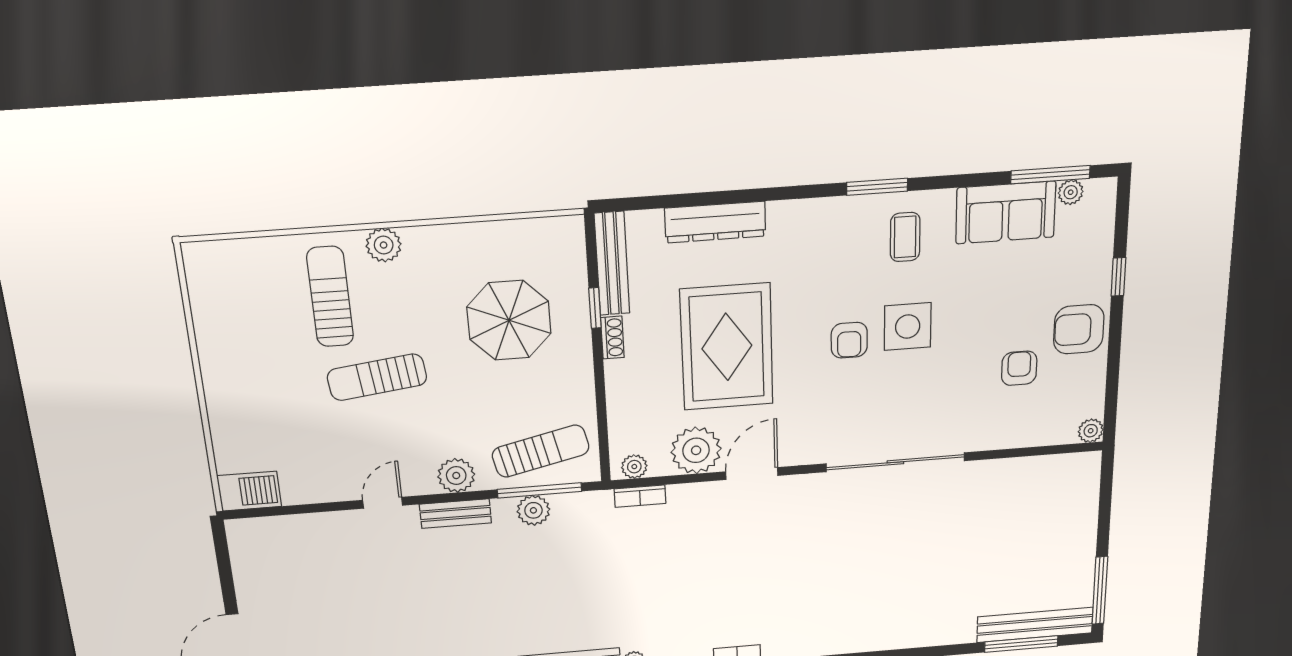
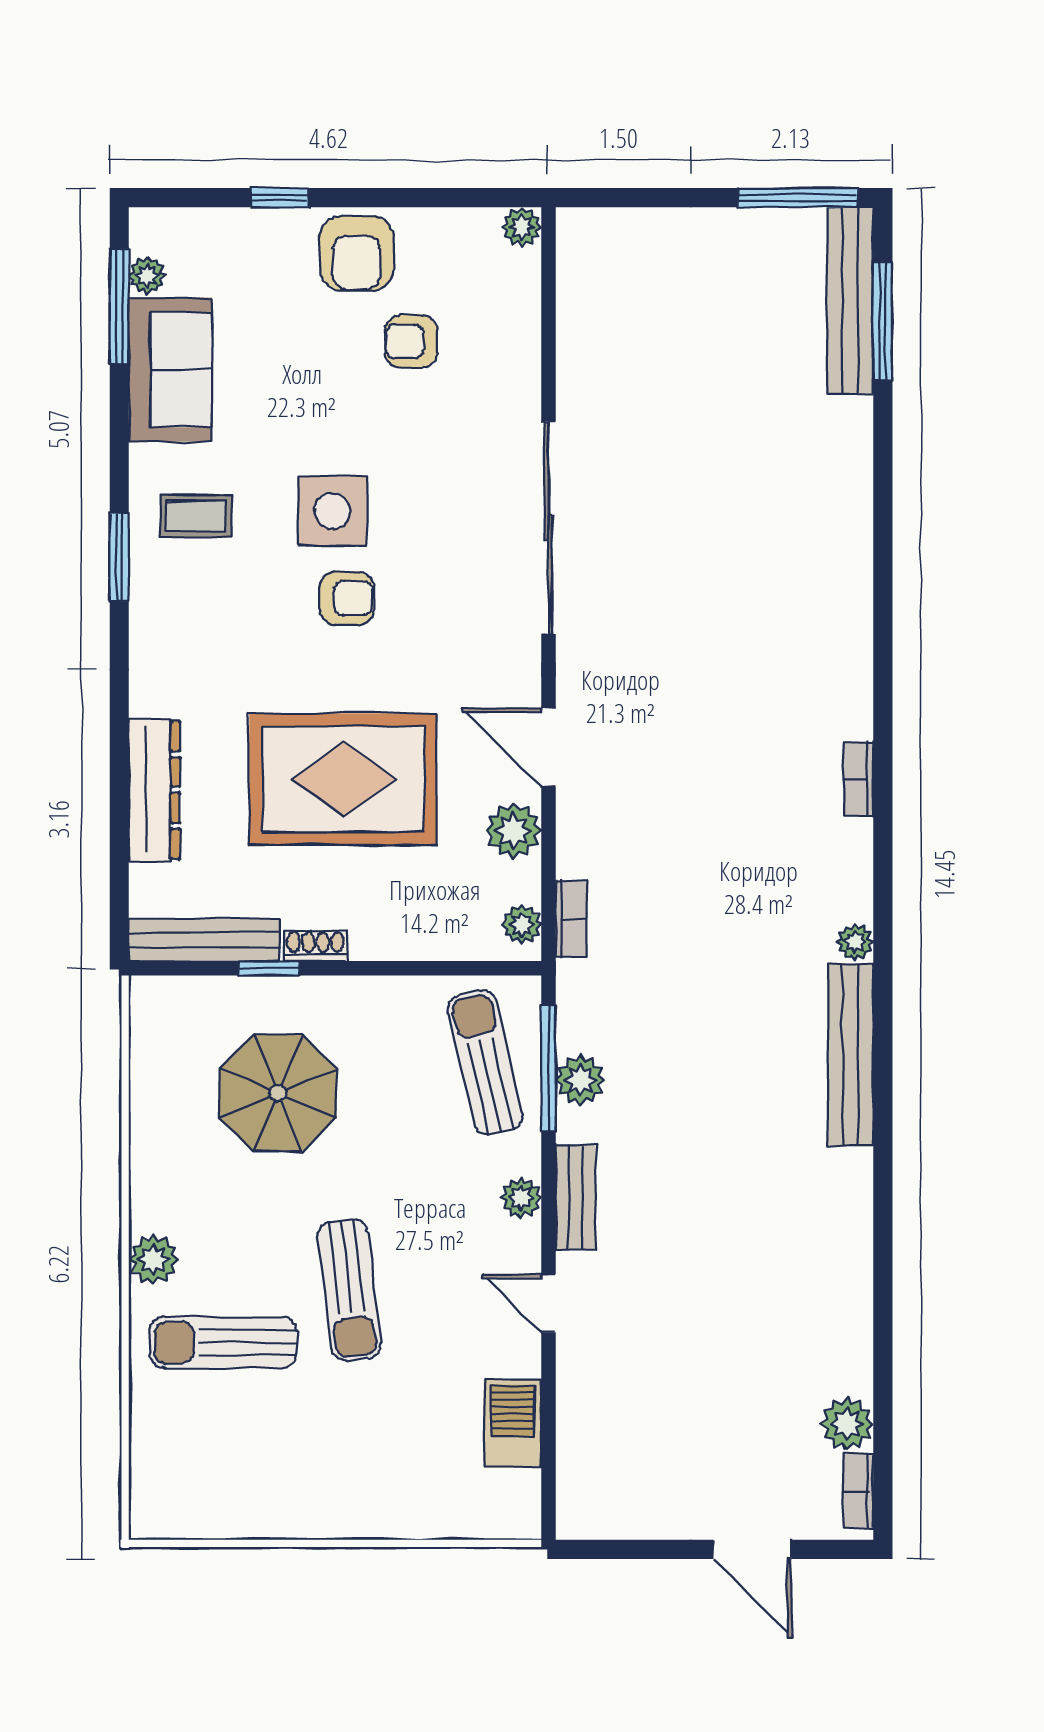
plant: (696, 450) -> (513, 831), width x0.73, depth x0.73
plant: (456, 475) -> (521, 1198), width x0.73, depth x0.73
barbecue: (249, 491) -> (513, 1424), moved

